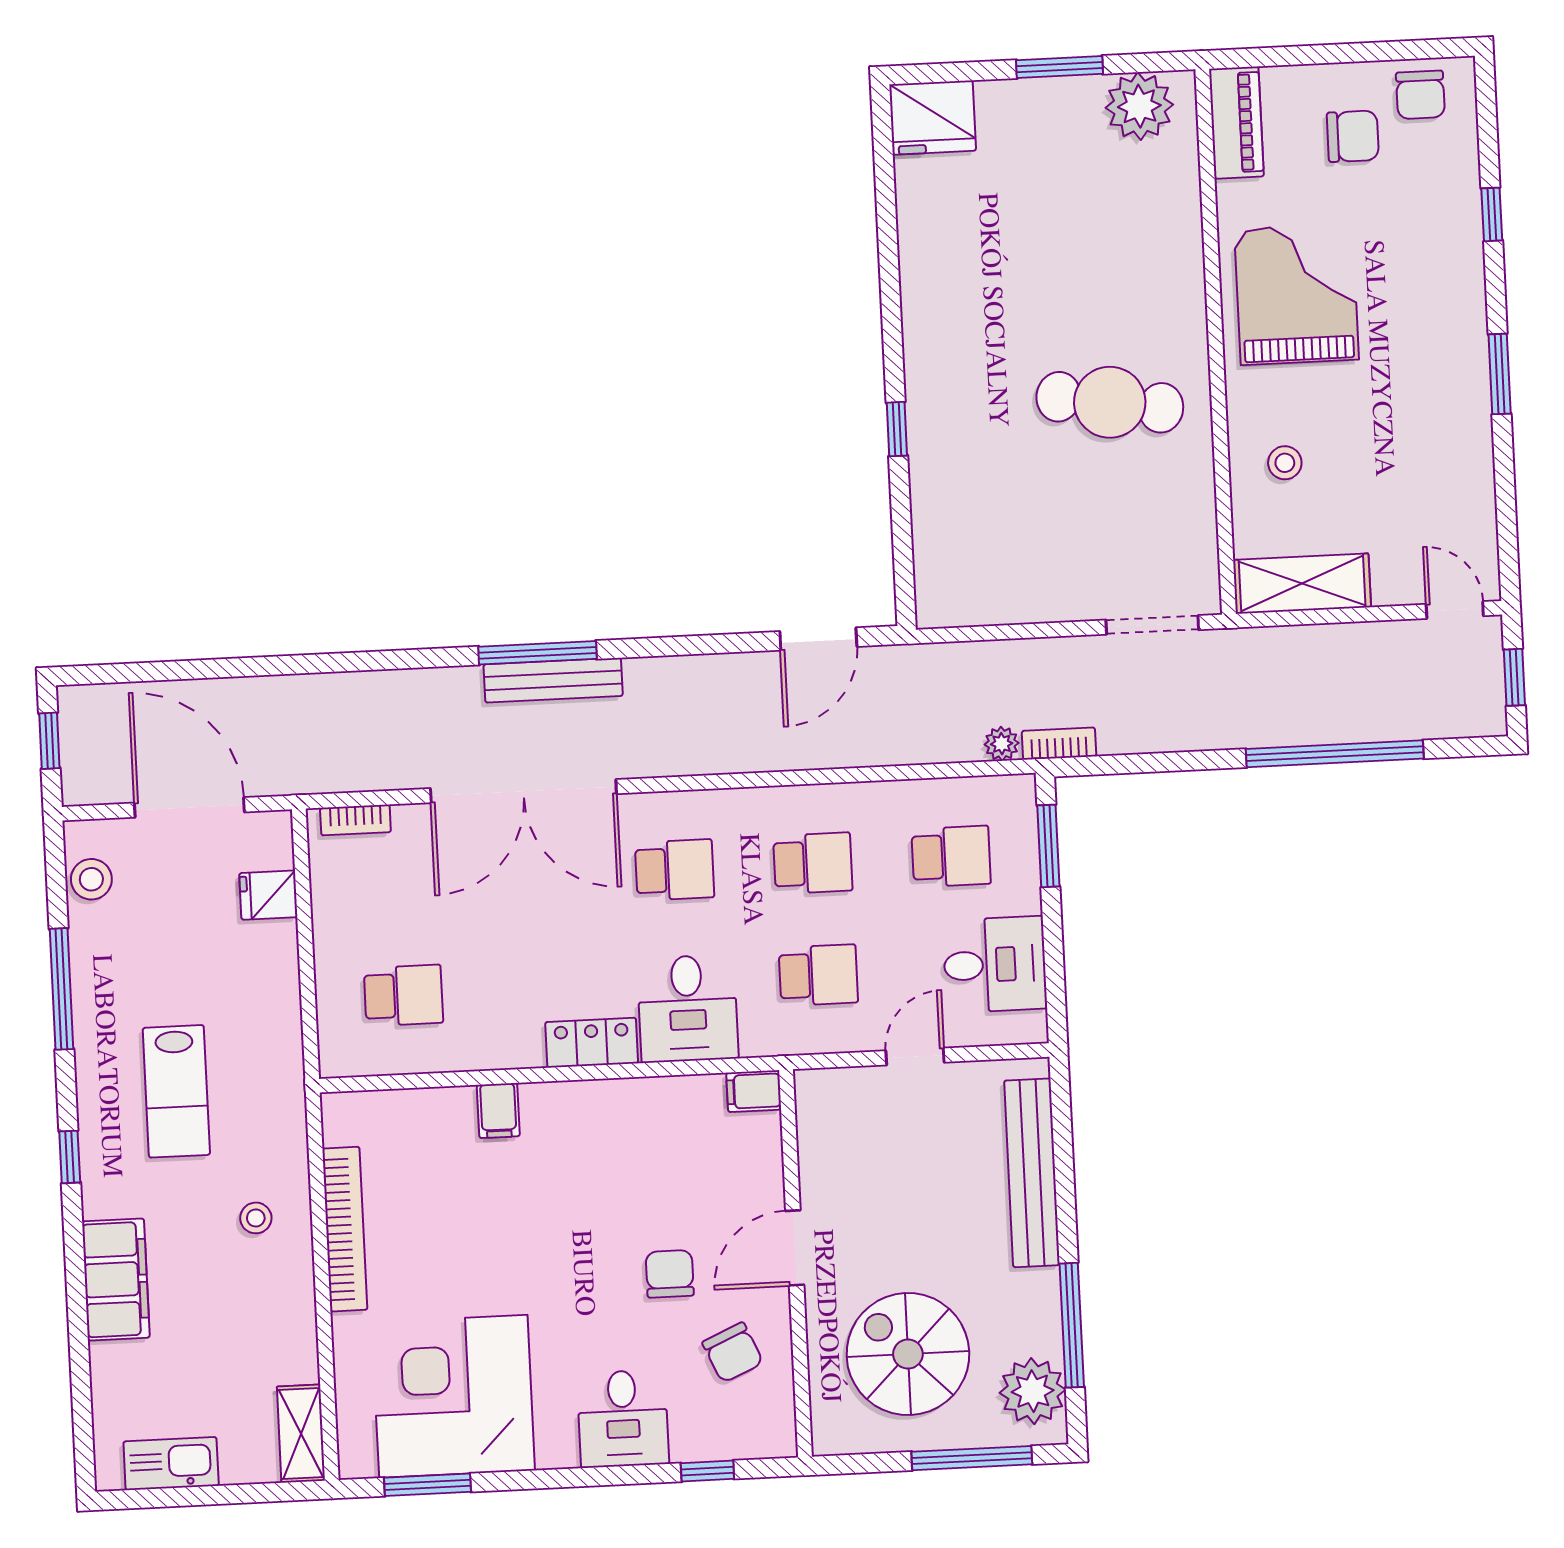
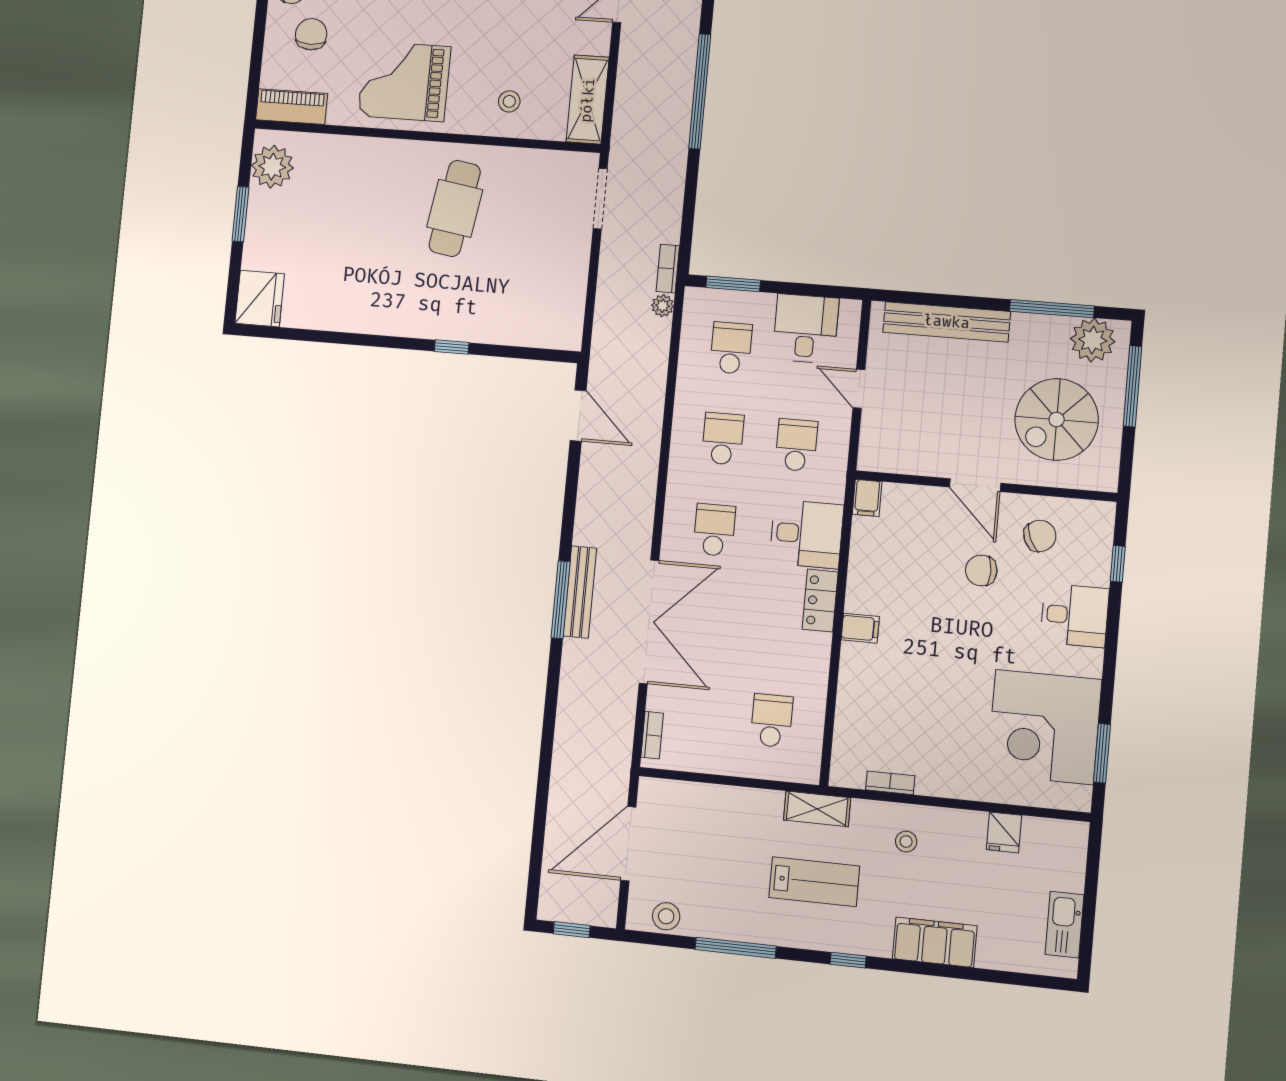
fridge: (268, 895) -> (1004, 832), moved
filing cabinet: (498, 1111) -> (860, 628), moved
bookcase: (345, 1229) -> (890, 783), width x0.43, depth x0.76
shelving: (301, 1434) -> (817, 809), moved

